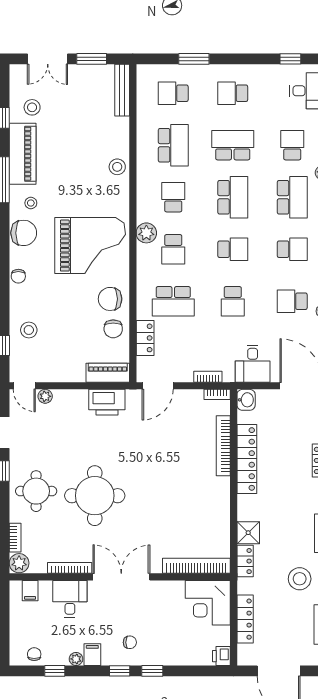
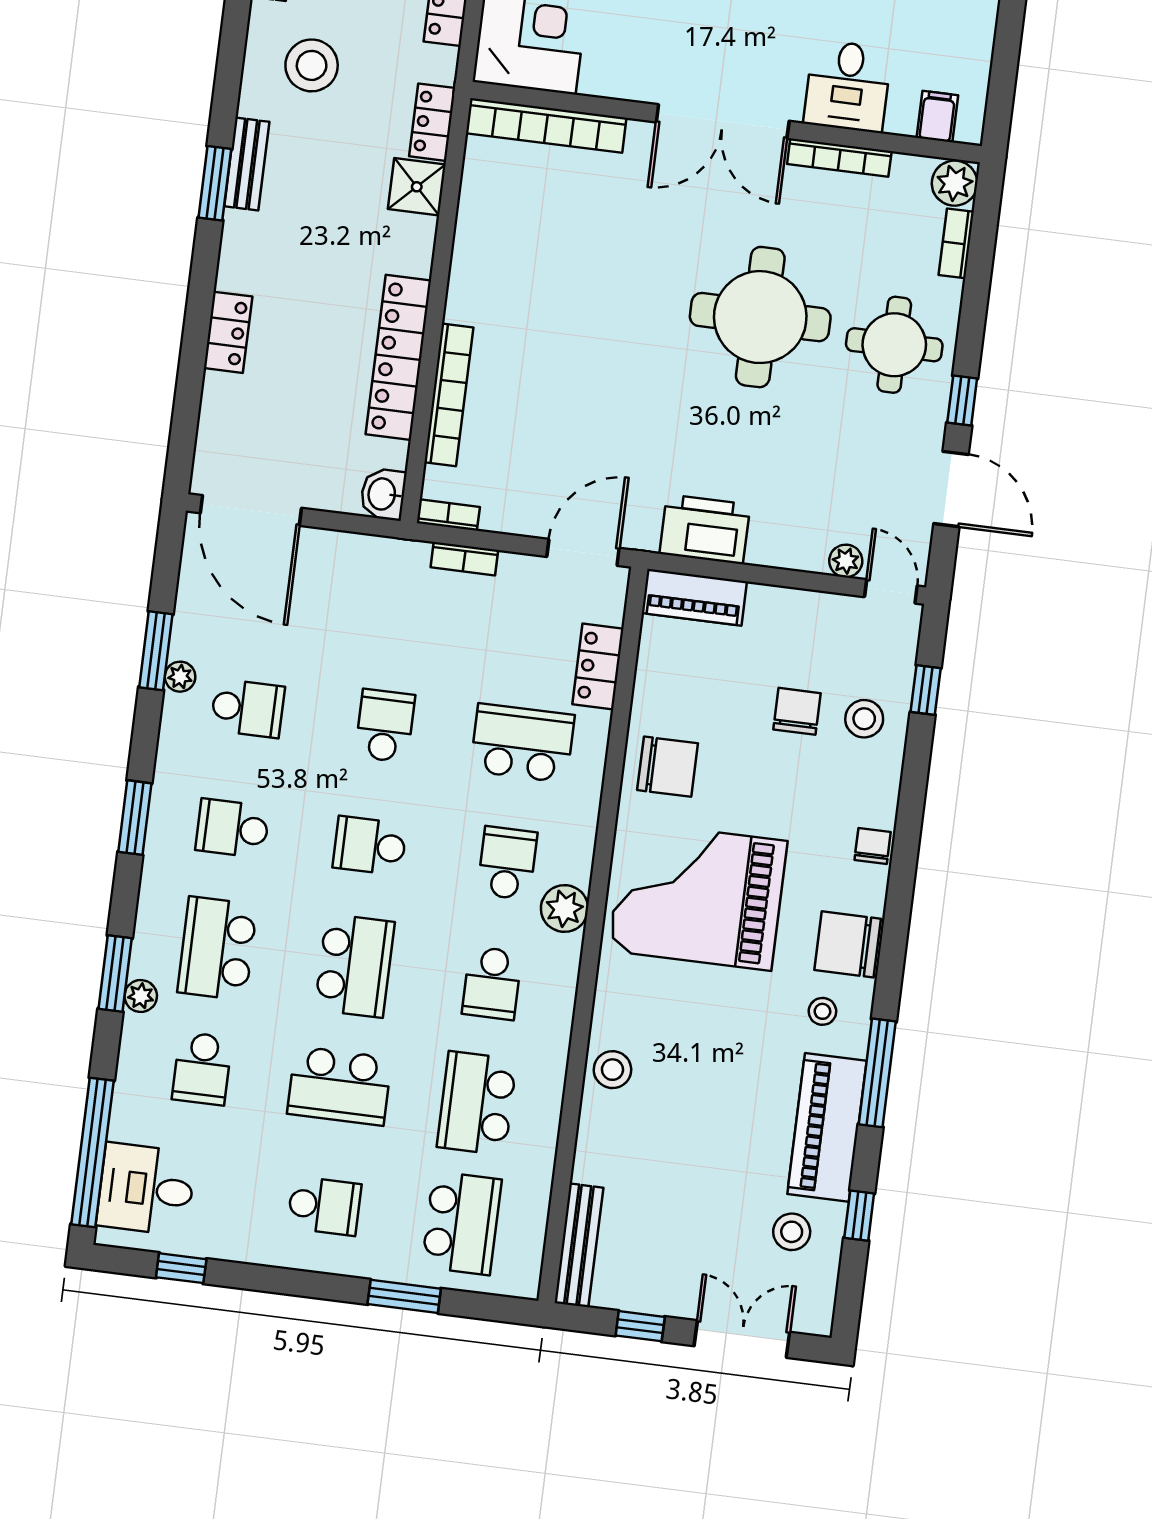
window: (92, 59) -> (640, 1326), width x0.67
school desk: (173, 93) -> (462, 1223), width x1.85
school desk: (233, 197) -> (355, 966), turned 180
chair: (113, 329) -> (797, 711), moved
desk: (253, 364) -> (357, 575), removed

